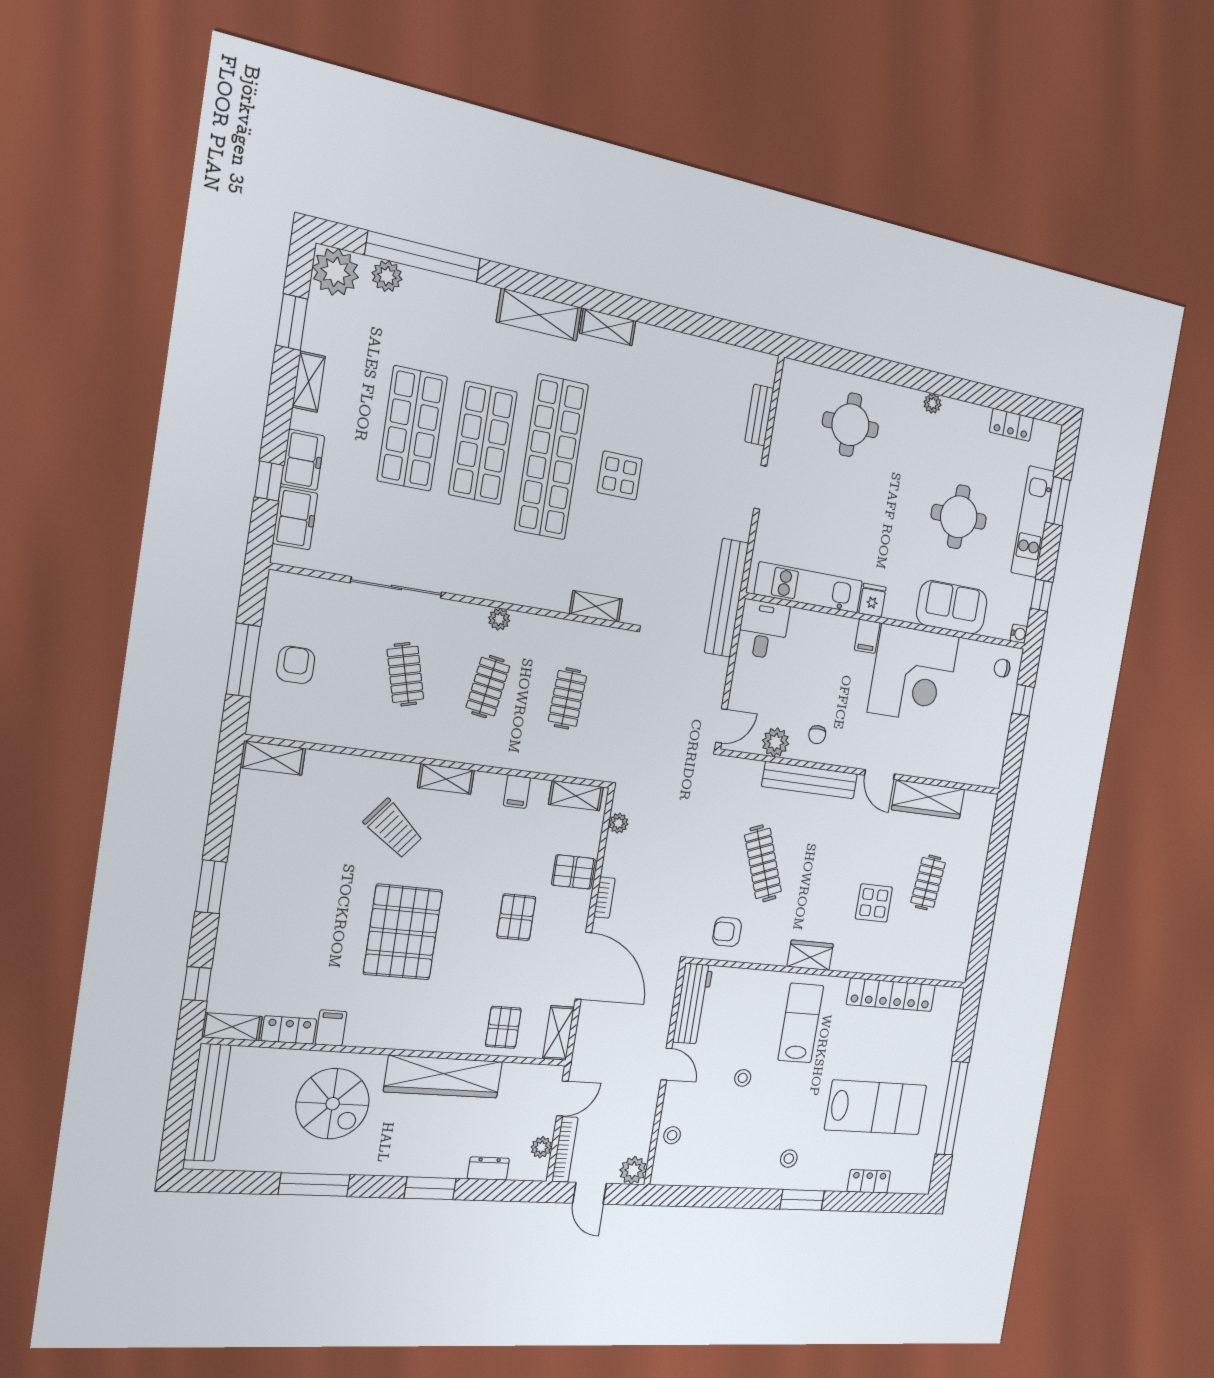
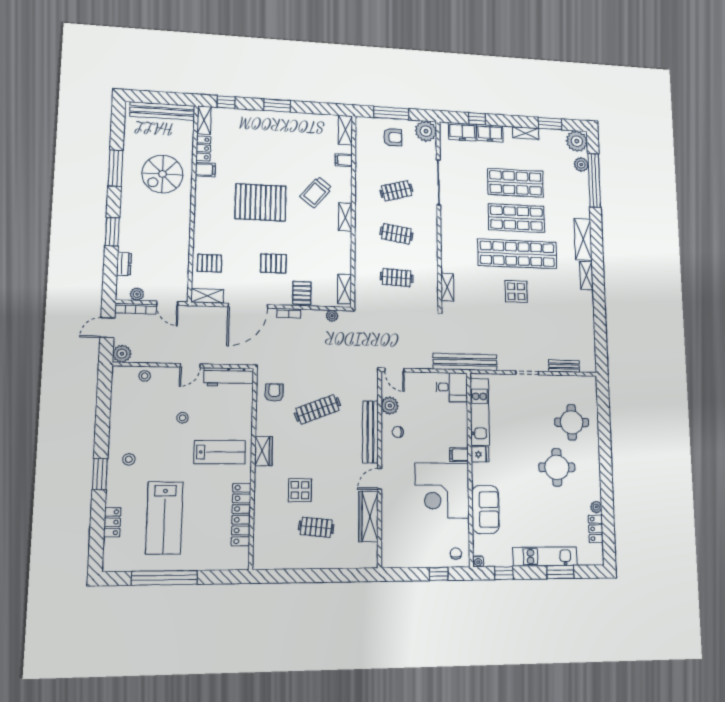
plant: (932, 403) -> (596, 507), moved
round table: (959, 517) -> (557, 467), moved
plant: (499, 619) -> (426, 131), moved, width x1.87, depth x1.87
filing cabinet: (517, 792) -> (344, 160), moved
wardrobe: (443, 1077) -> (179, 232), removed

